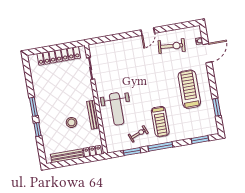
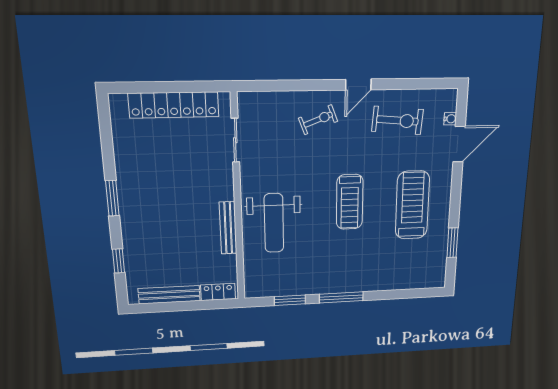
stool: (71, 122) -> (185, 237), removed
treadmill: (160, 122) -> (350, 202), moved
window: (38, 129) -> (119, 261), moved
exercise bike: (138, 134) -> (318, 120), moved
window: (200, 140) -> (411, 293), removed

